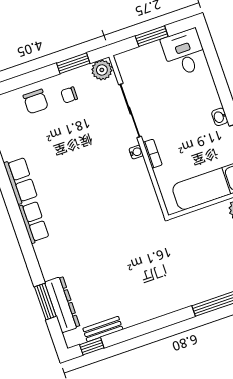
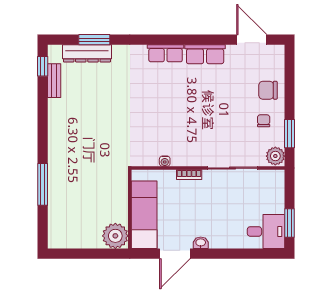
window: (152, 36) -> (289, 223), moved
water cooler: (136, 152) -> (165, 161), moved

